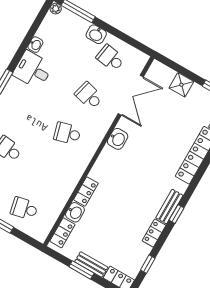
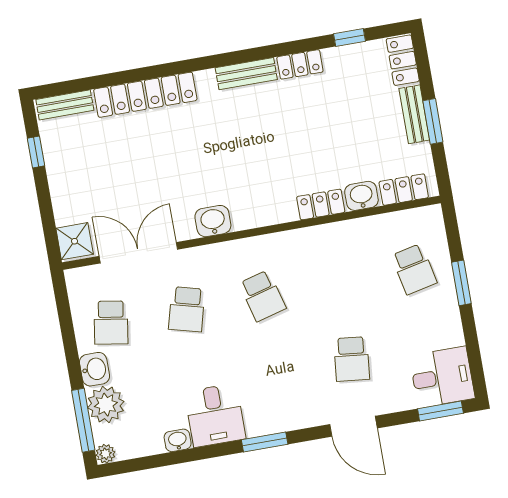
plant: (77, 26) -> (106, 405), added
shower: (181, 85) -> (75, 241), moved
window: (176, 214) -> (248, 55), removed

